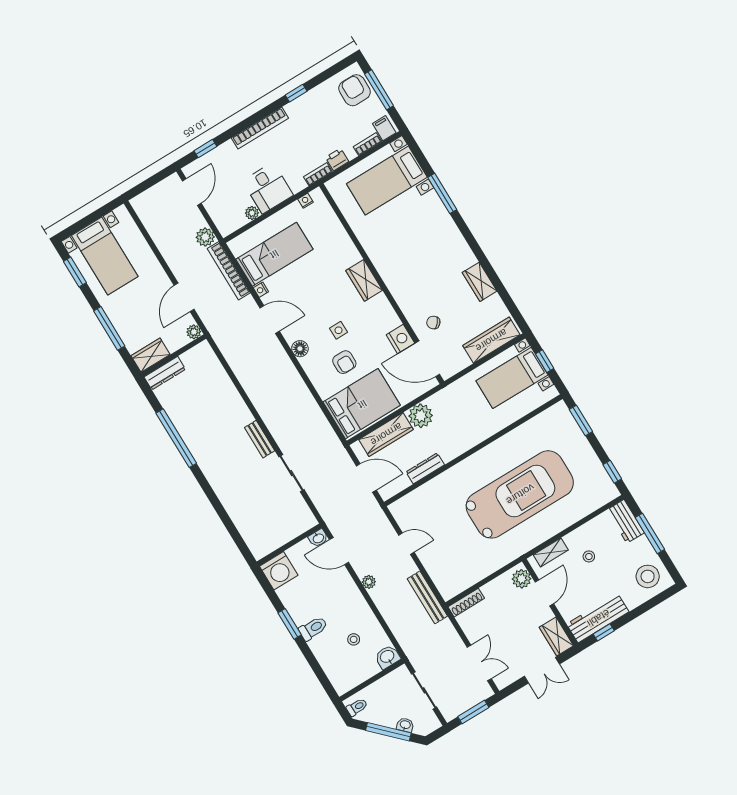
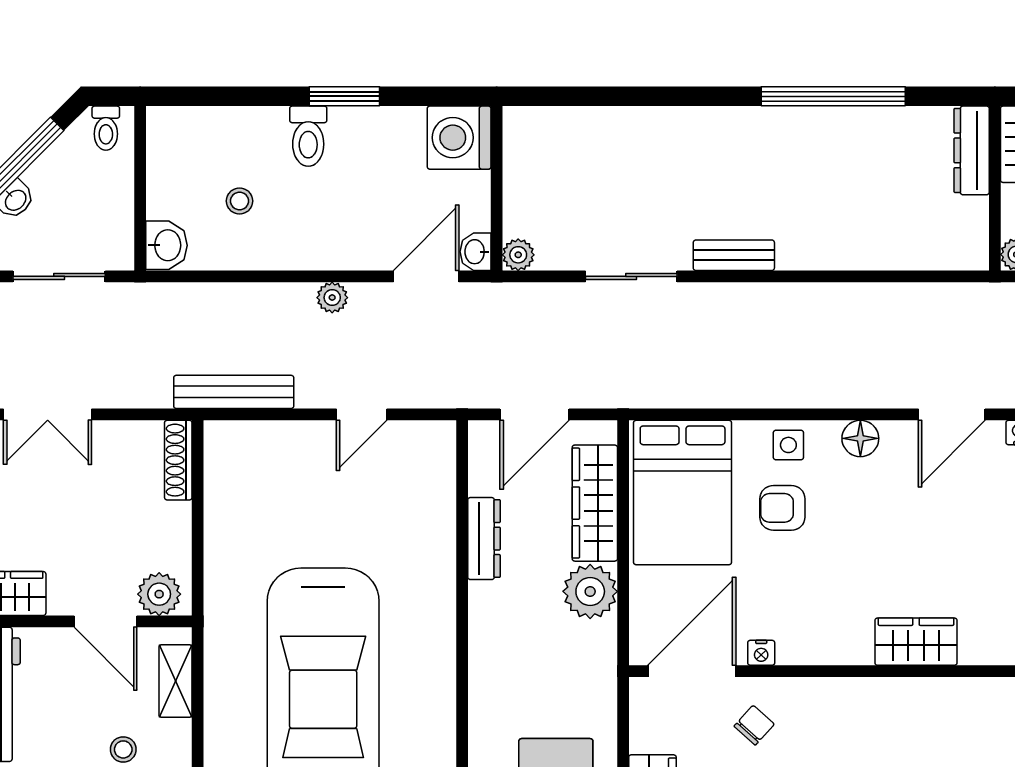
side table: (339, 330) -> (788, 445), moved
nightstand: (400, 339) -> (761, 653), width x0.53, depth x0.56
plant: (309, 521) -> (518, 255), added

